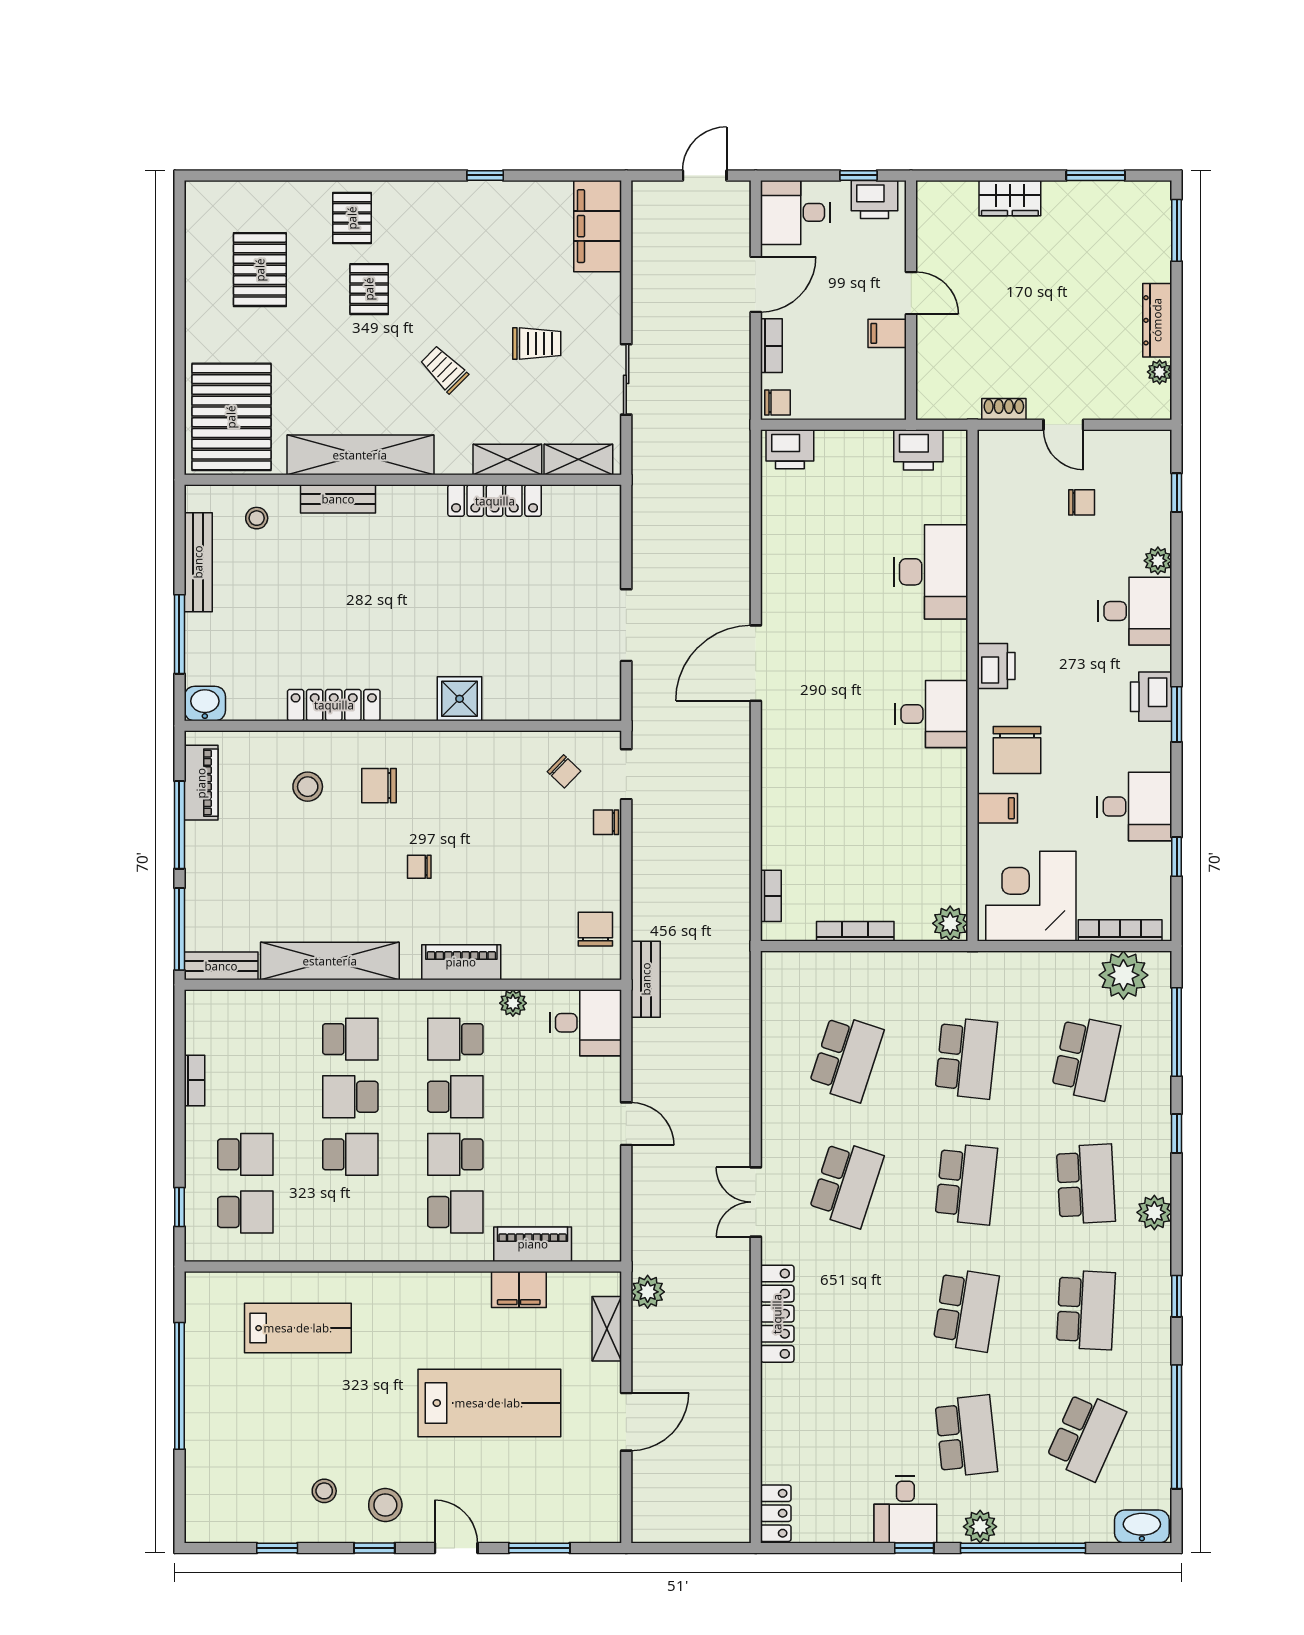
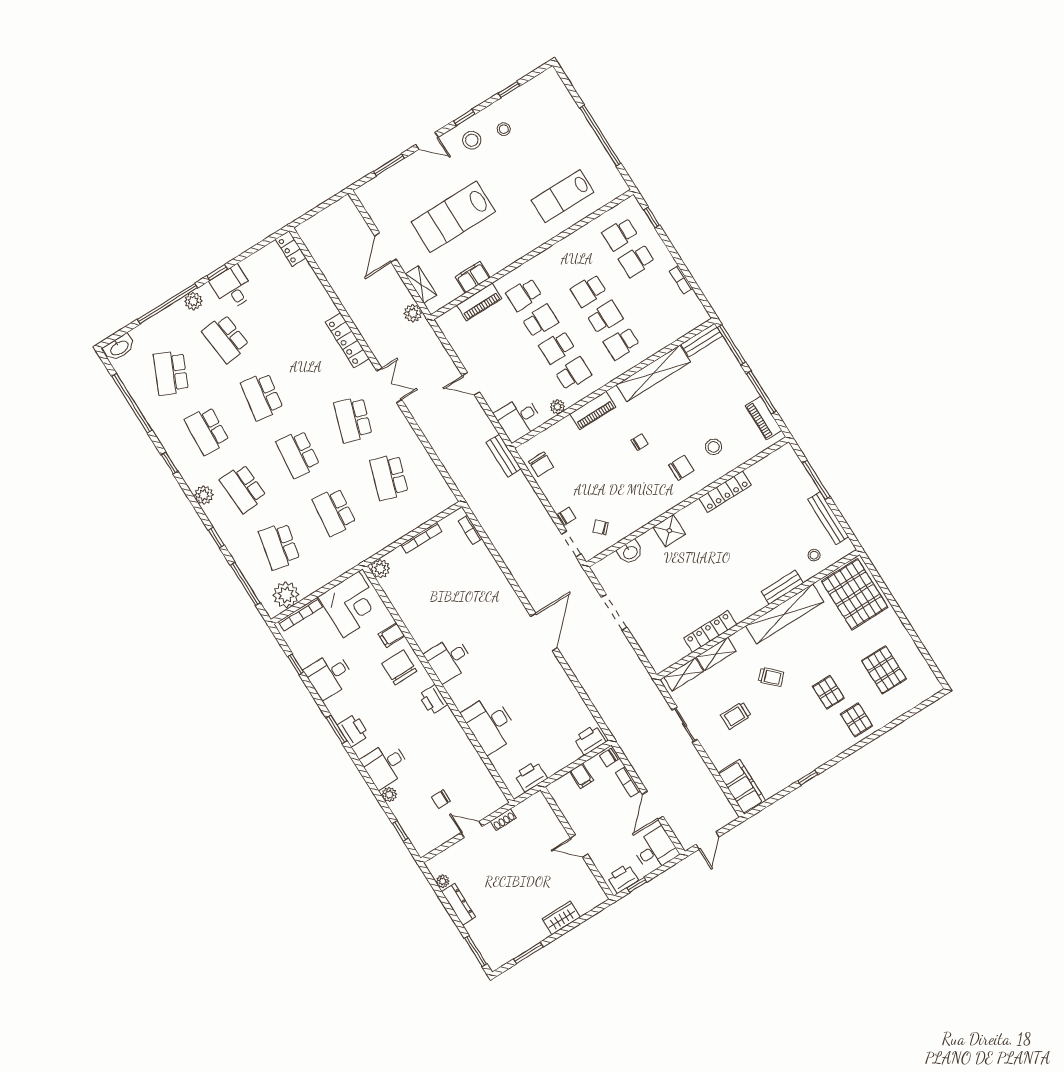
filing cabinet: (887, 333) -> (581, 776), moved, turned 90
washbasin: (205, 704) -> (630, 552), moved

